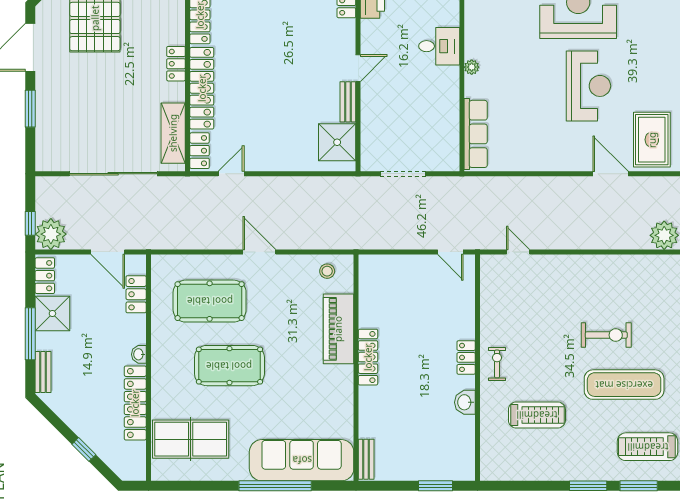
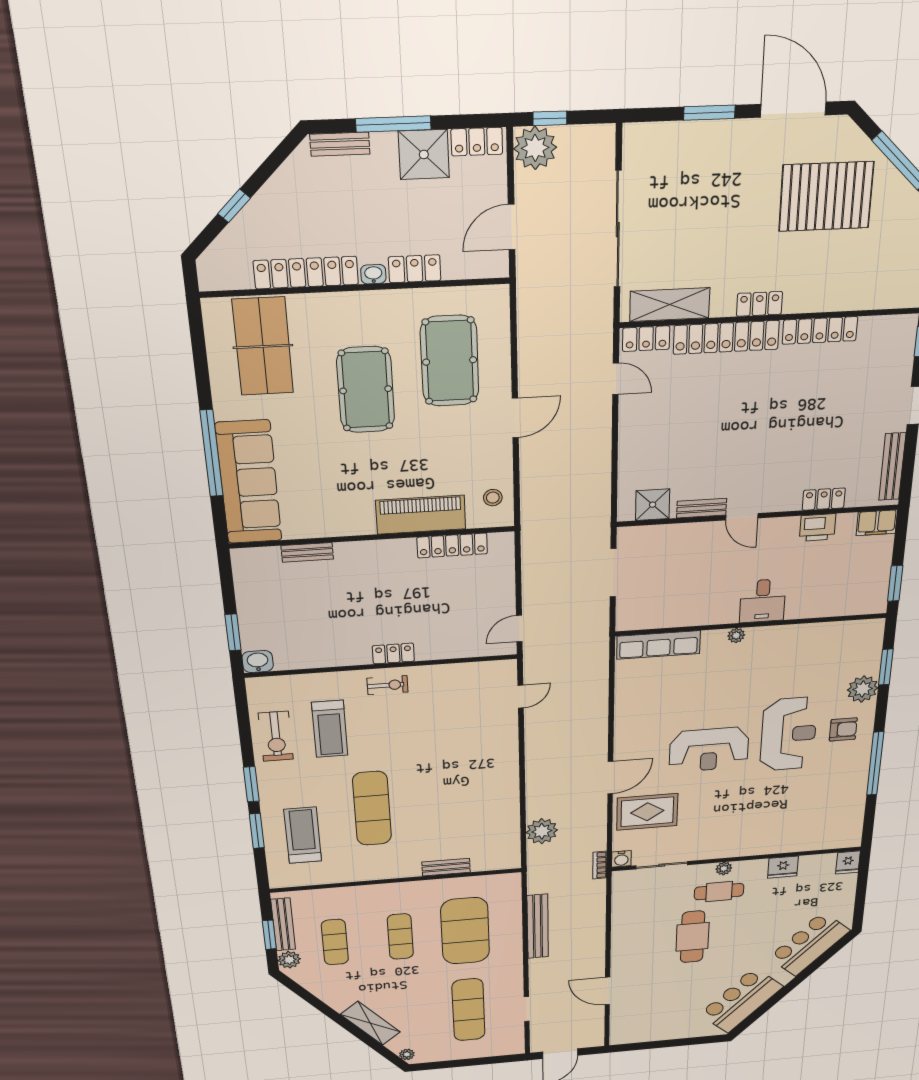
shower: (337, 142) -> (653, 505), width x0.73, depth x0.73
locker: (136, 294) -> (415, 269), moved
exercise bike: (606, 335) -> (276, 736), moved
locker: (368, 357) -> (452, 545), moved
washbasin: (465, 402) -> (258, 661), moved
bench: (366, 459) -> (307, 552), moved

